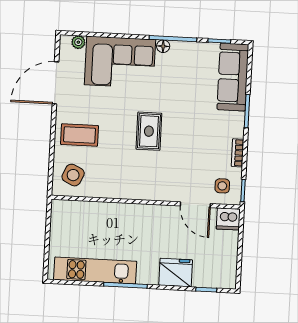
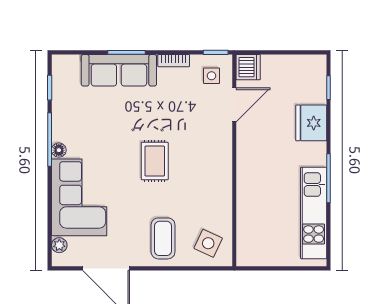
sofa: (233, 77) -> (119, 70), moved
rug: (149, 131) -> (155, 161), turned 90

